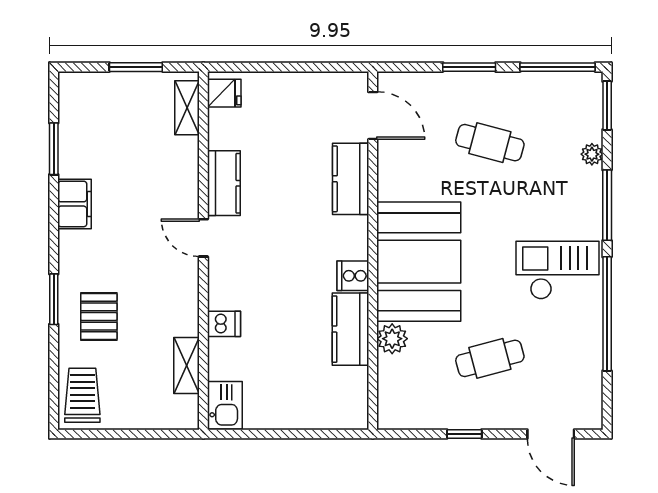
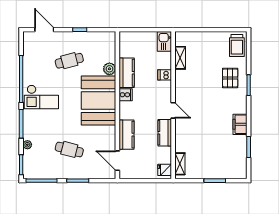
fridge: (224, 93) -> (165, 170), moved
shelving: (187, 108) -> (180, 164), moved
kitchen counter: (224, 183) -> (165, 133), moved
door: (203, 238) -> (173, 110), moved
wall: (203, 251) -> (173, 105), moved
dishwasher: (224, 324) -> (165, 75), moved
shelving: (186, 365) -> (180, 58), moved
kitchen sink: (225, 405) -> (164, 41), moved

